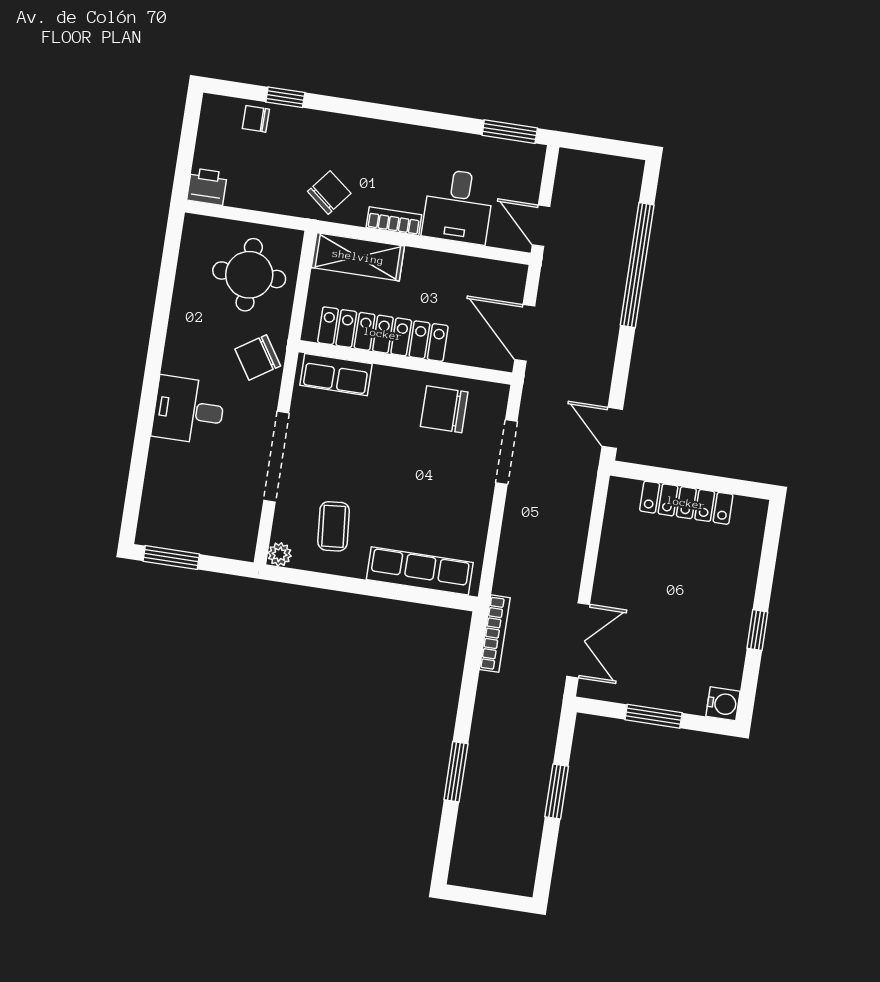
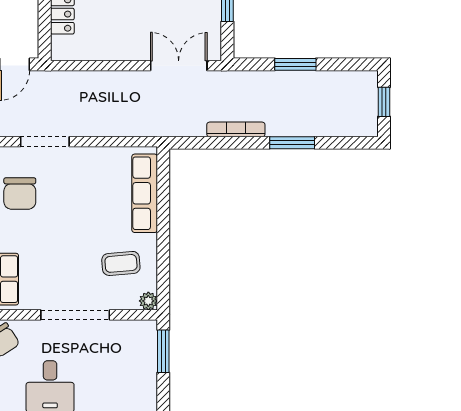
window: (171, 558) -> (163, 351), moved
bookcase: (495, 634) -> (236, 129), moved
window: (491, 899) -> (384, 102), added

